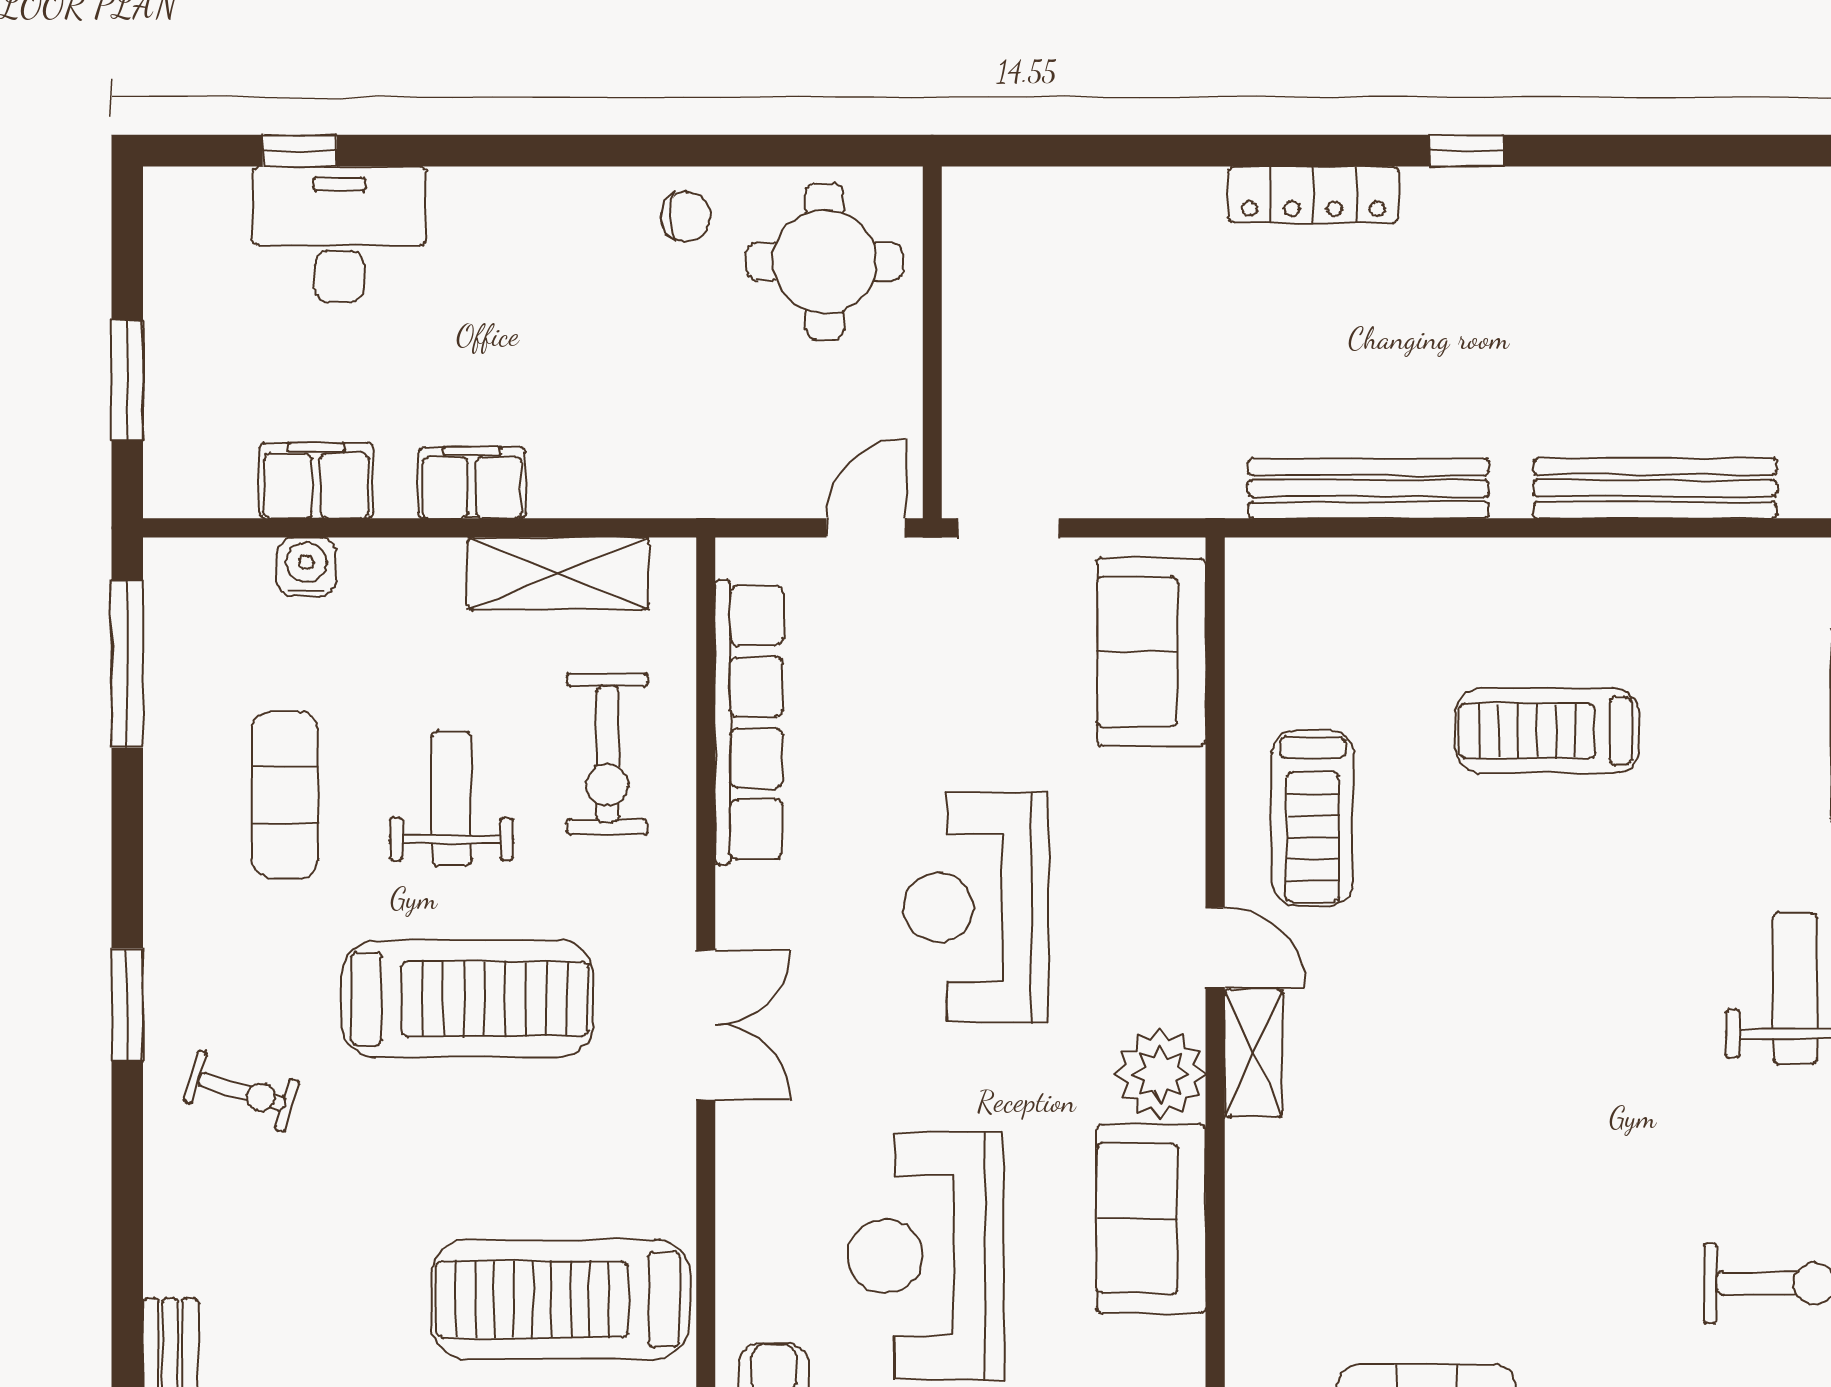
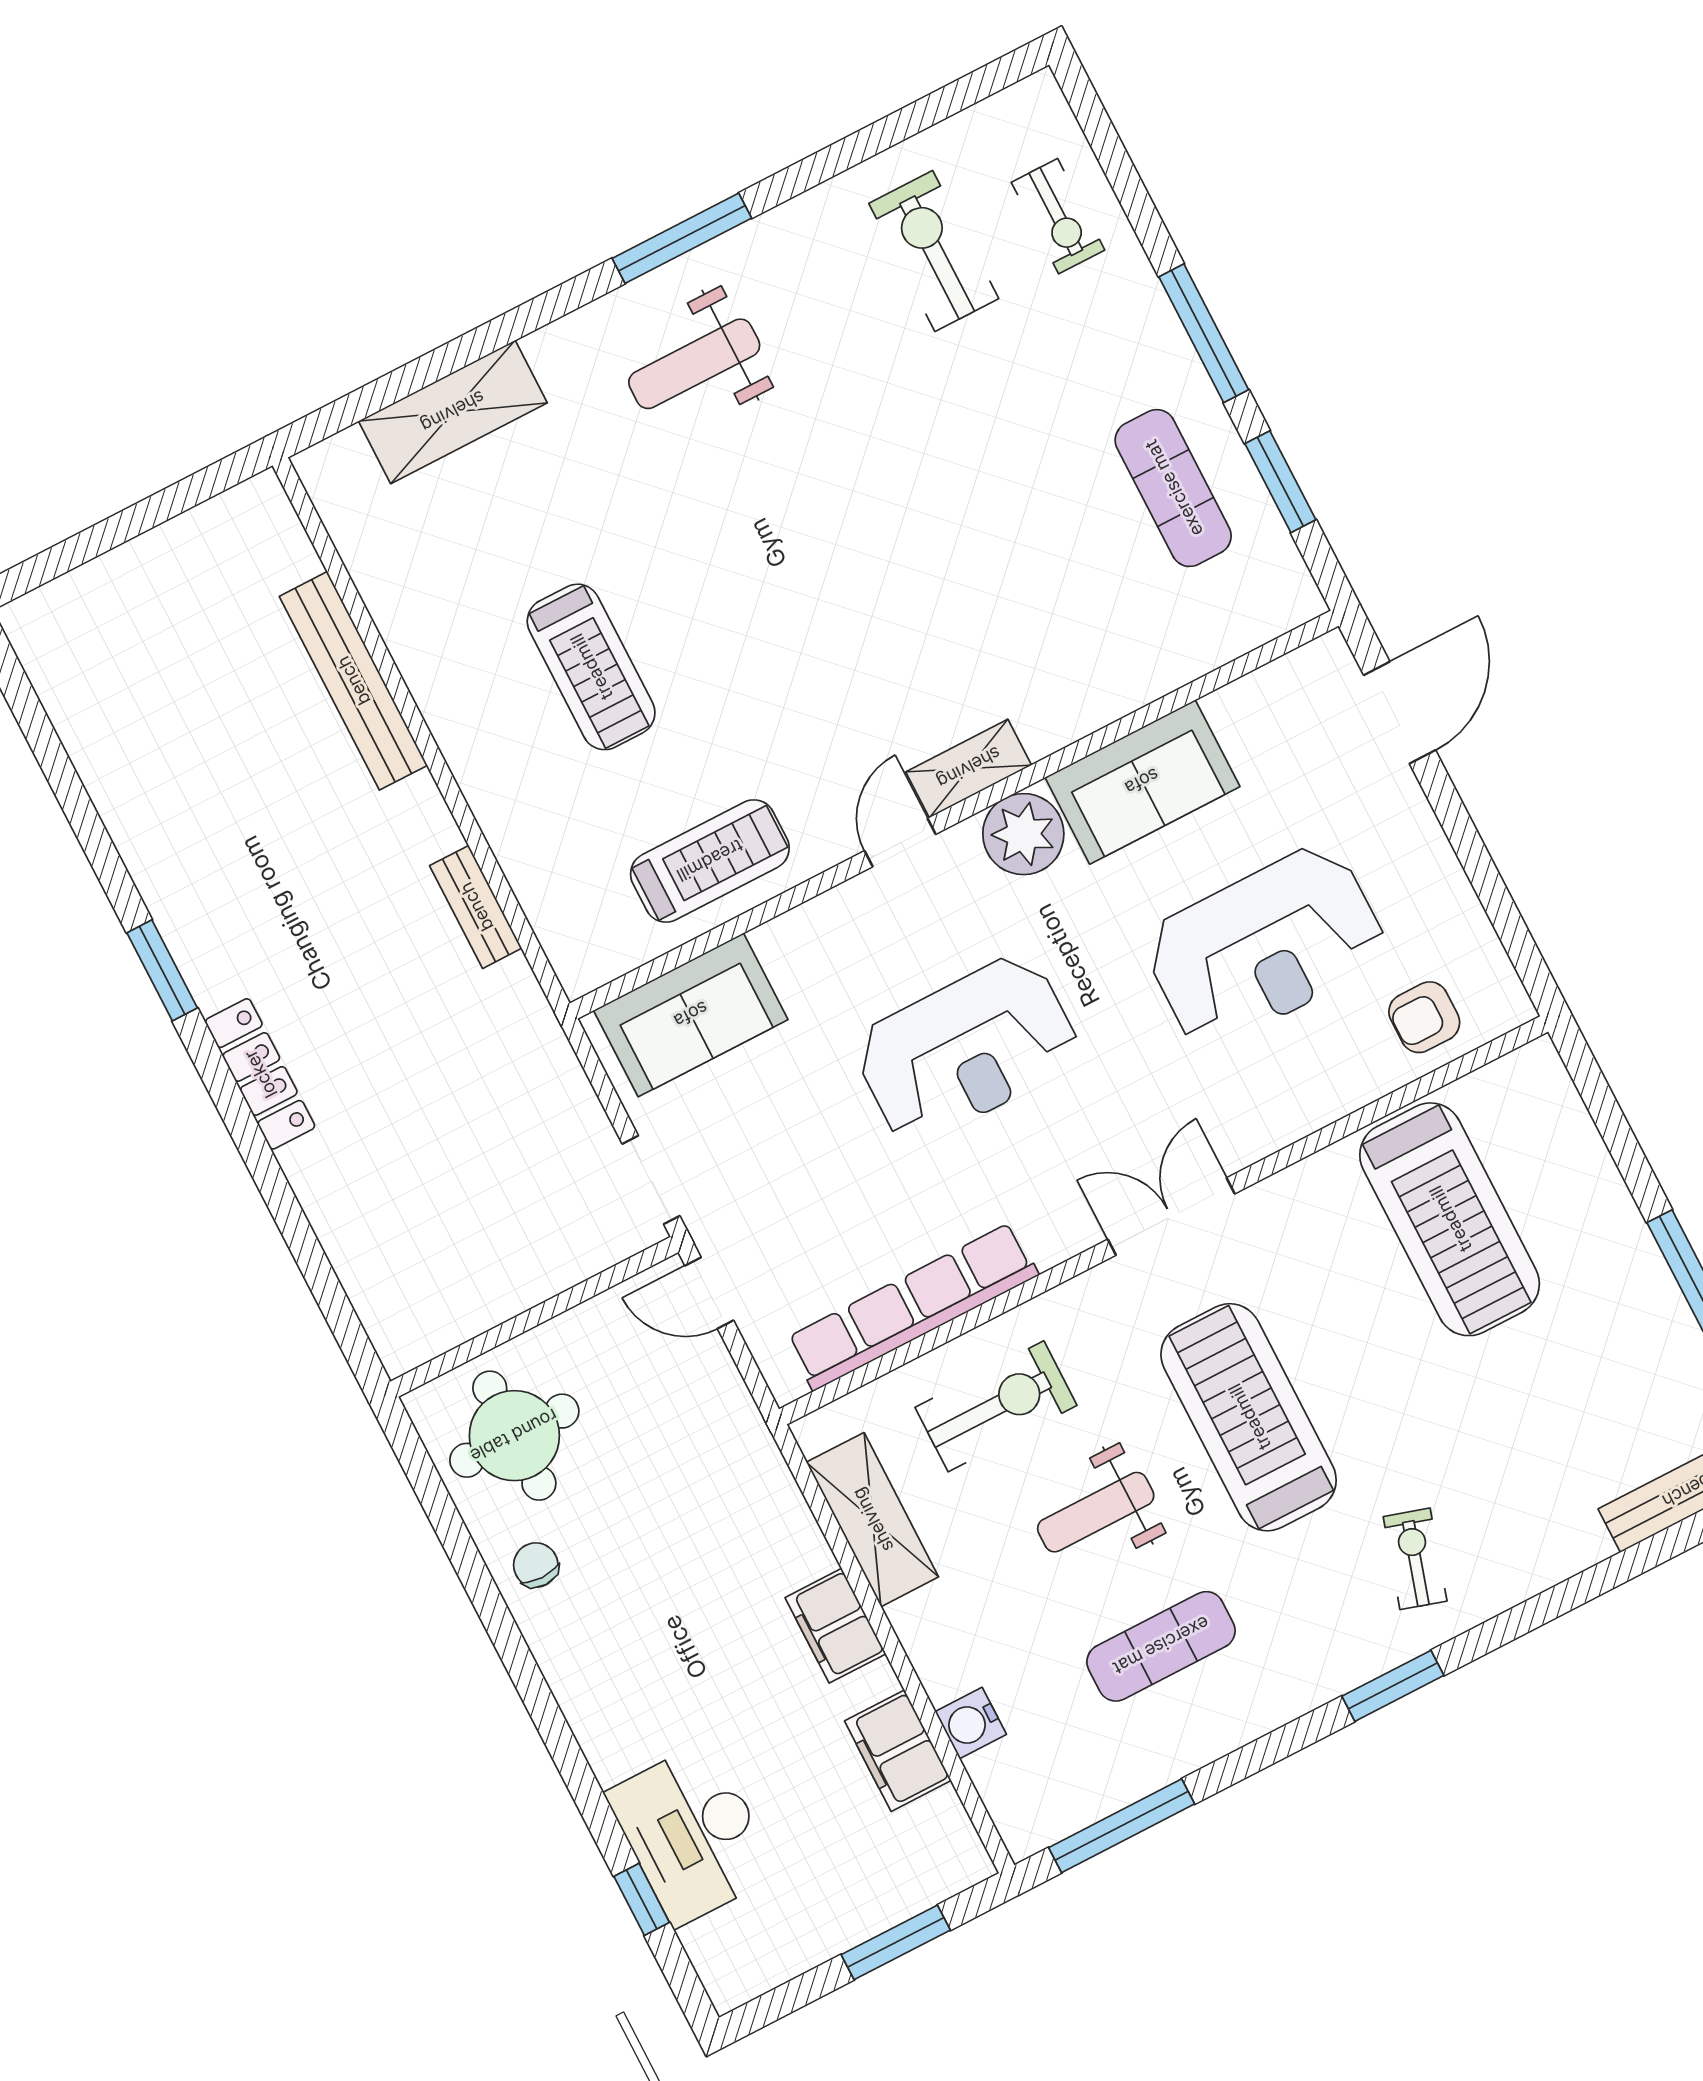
window: (1466, 151) -> (162, 970), width x1.50
bench: (1368, 489) -> (476, 907), width x0.54, depth x0.82
treadmill: (1313, 818) -> (710, 861), moved

